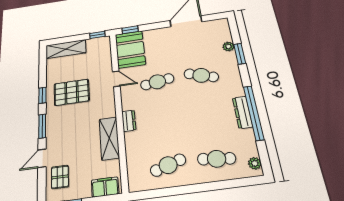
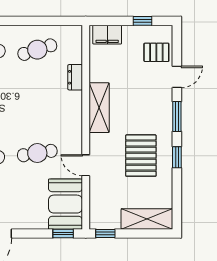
pallet: (72, 92) -> (141, 156), turned 90
dresser: (129, 121) -> (75, 77), moved
shelving: (109, 138) -> (99, 108), moved
pallet: (60, 177) -> (156, 52), turned 90

